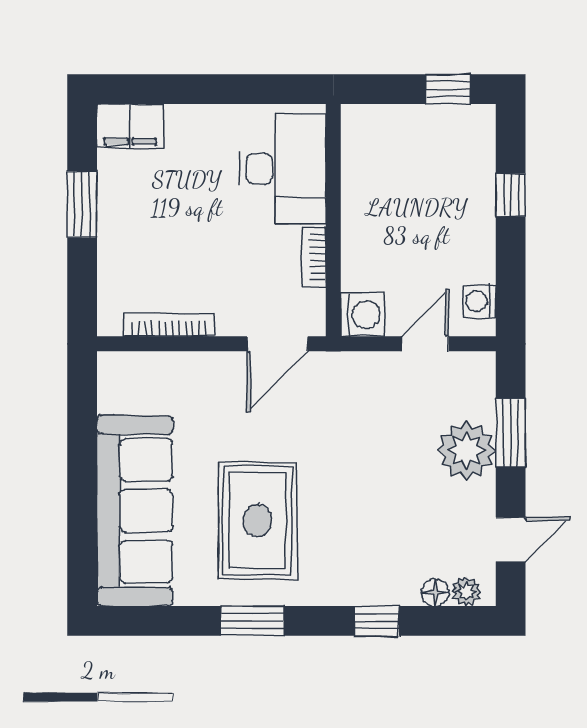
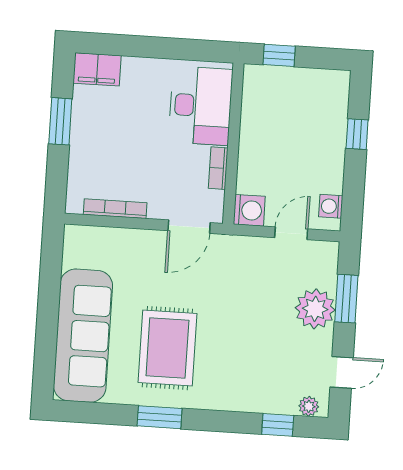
window: (448, 89) -> (279, 55), moved
floor lamp: (435, 592) -> (287, 406), removed
window: (376, 621) -> (278, 425), moved

